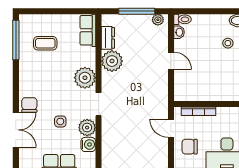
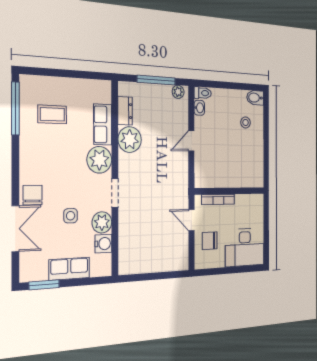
row of seats: (88, 30) -> (103, 125), moved
door: (171, 61) -> (191, 141), swing flipped

